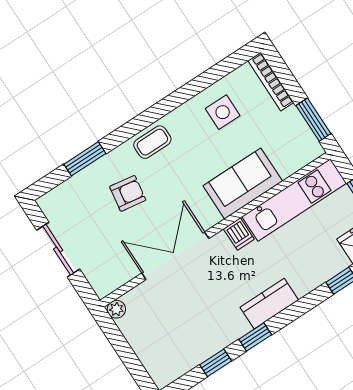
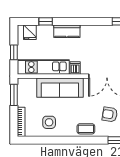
sofa: (243, 183) -> (60, 88), width x1.36
kitchen counter: (269, 304) -> (67, 31), moved
window: (255, 337) -> (96, 21), removed

